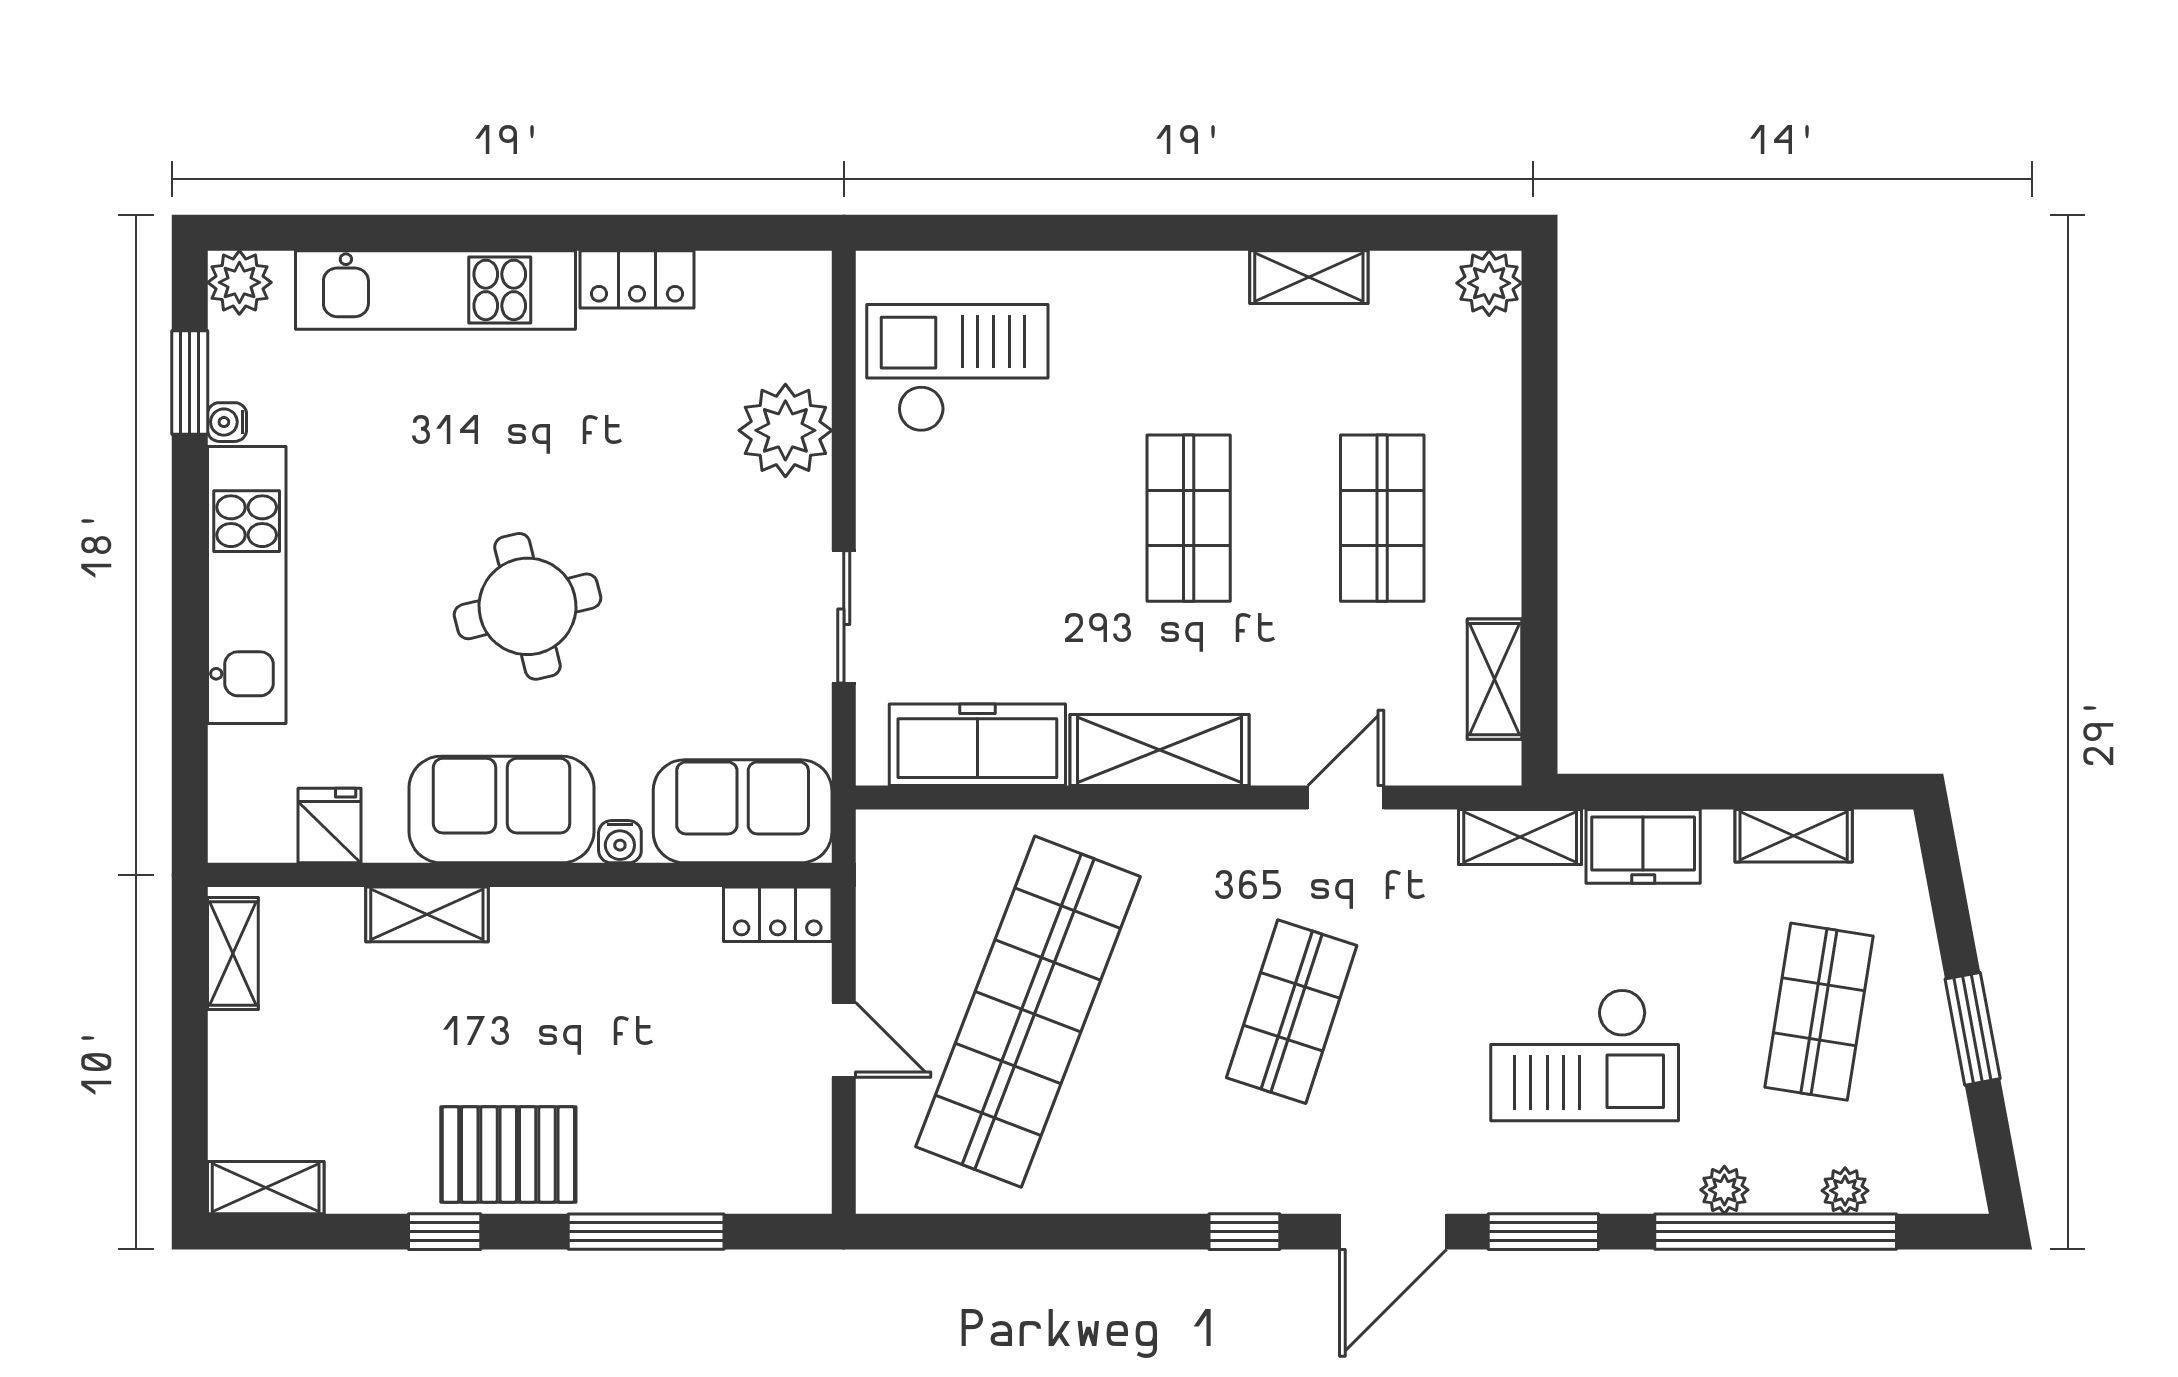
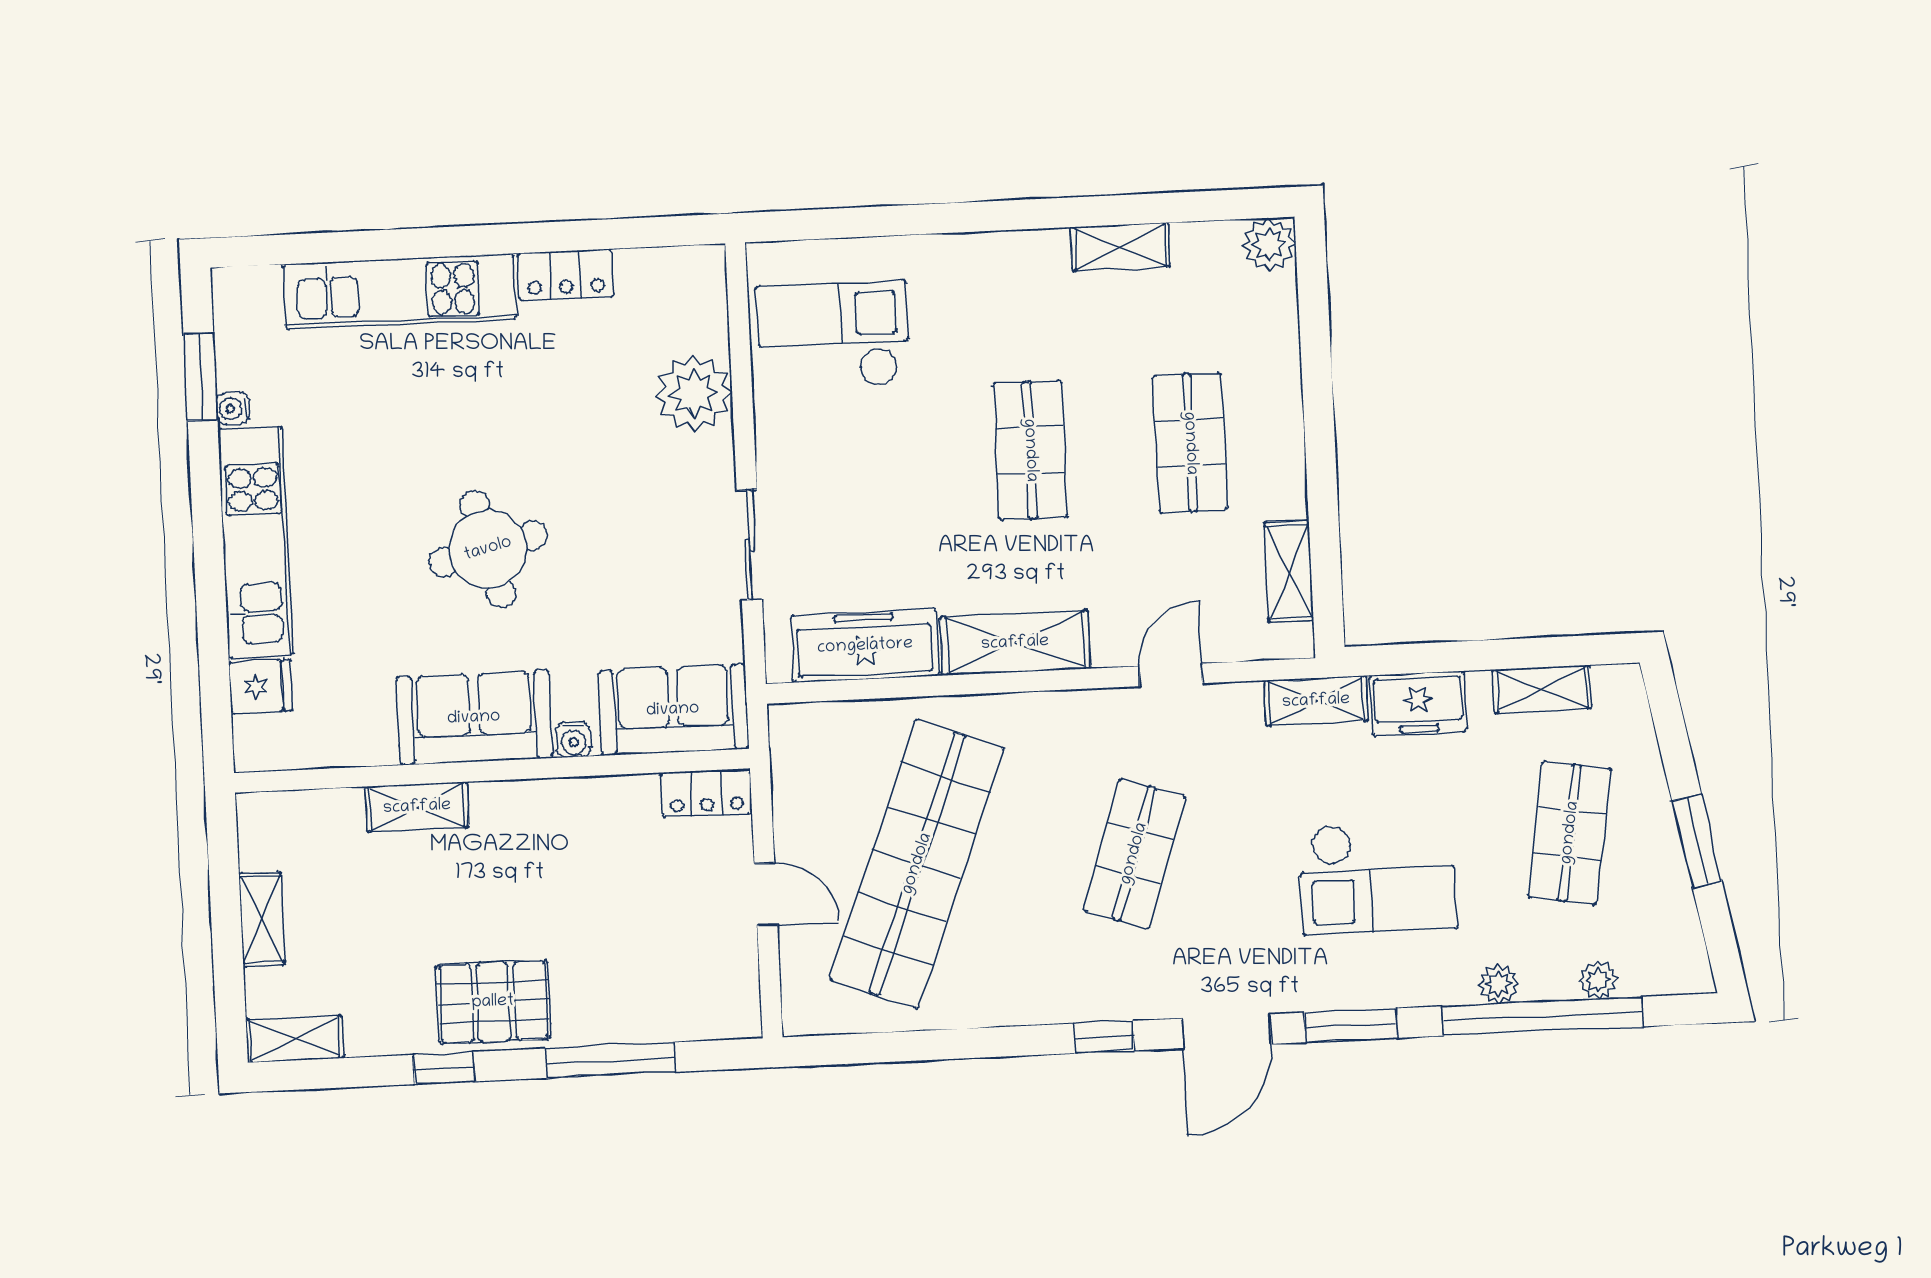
plant: (239, 282) -> (238, 293), removed
fridge: (329, 826) -> (261, 687), moved, turned 90
shelving: (233, 954) -> (262, 919), moved

